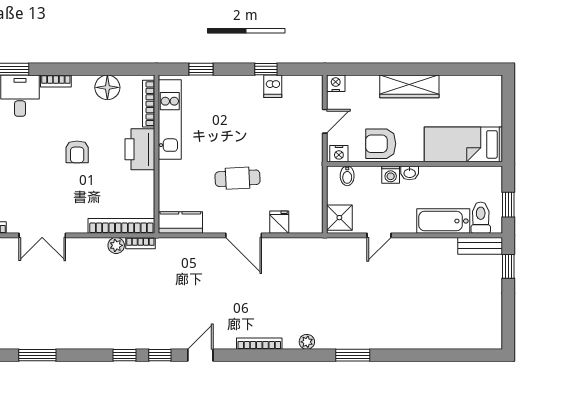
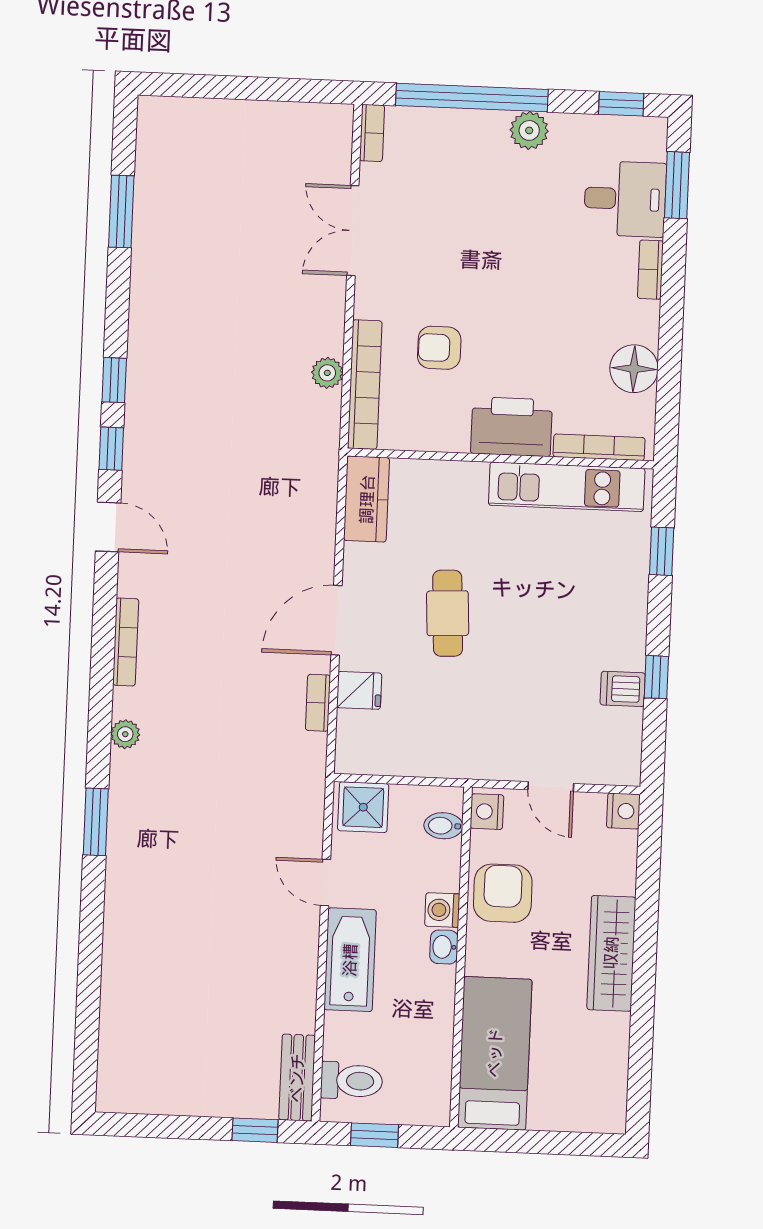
armchair: (77, 152) -> (439, 348), moved
bathtub: (443, 221) -> (350, 960), moved
bookcase: (140, 243) -> (318, 703), moved

